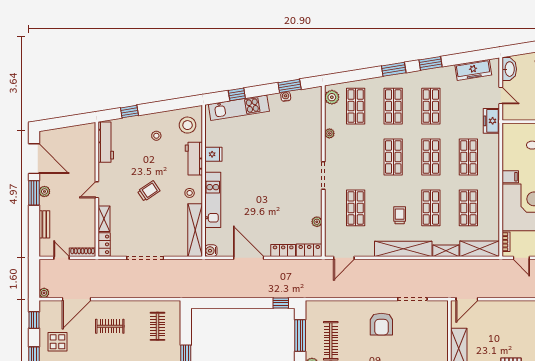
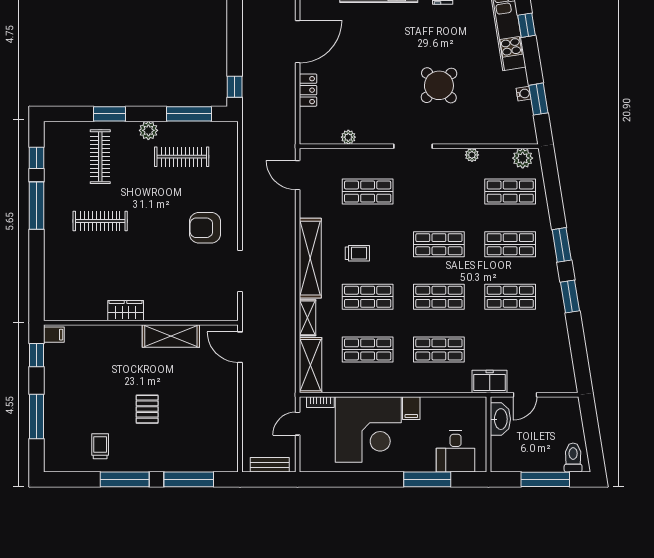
washbasin: (509, 69) -> (500, 419), moved, turned -90
freezer: (473, 70) -> (561, 356), removed
round table: (280, 157) -> (439, 85), added
locker: (309, 250) -> (308, 127), removed

